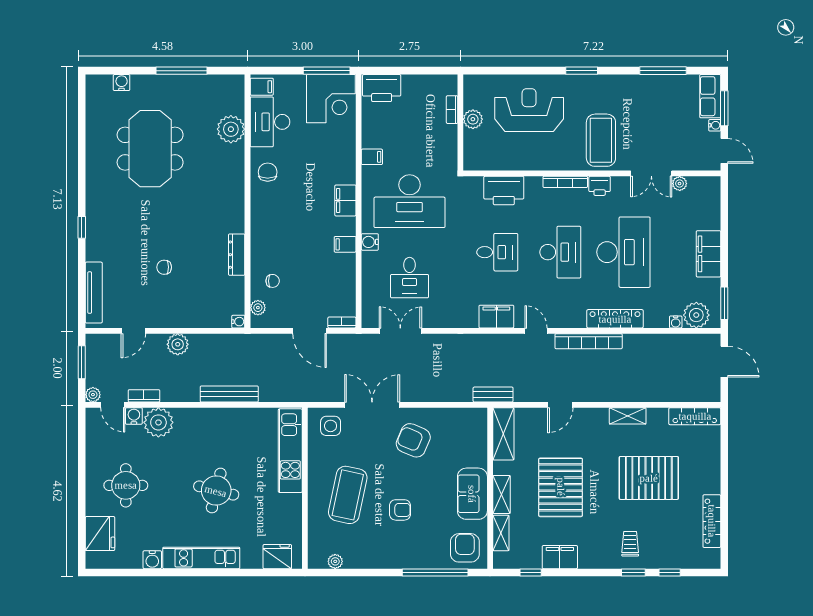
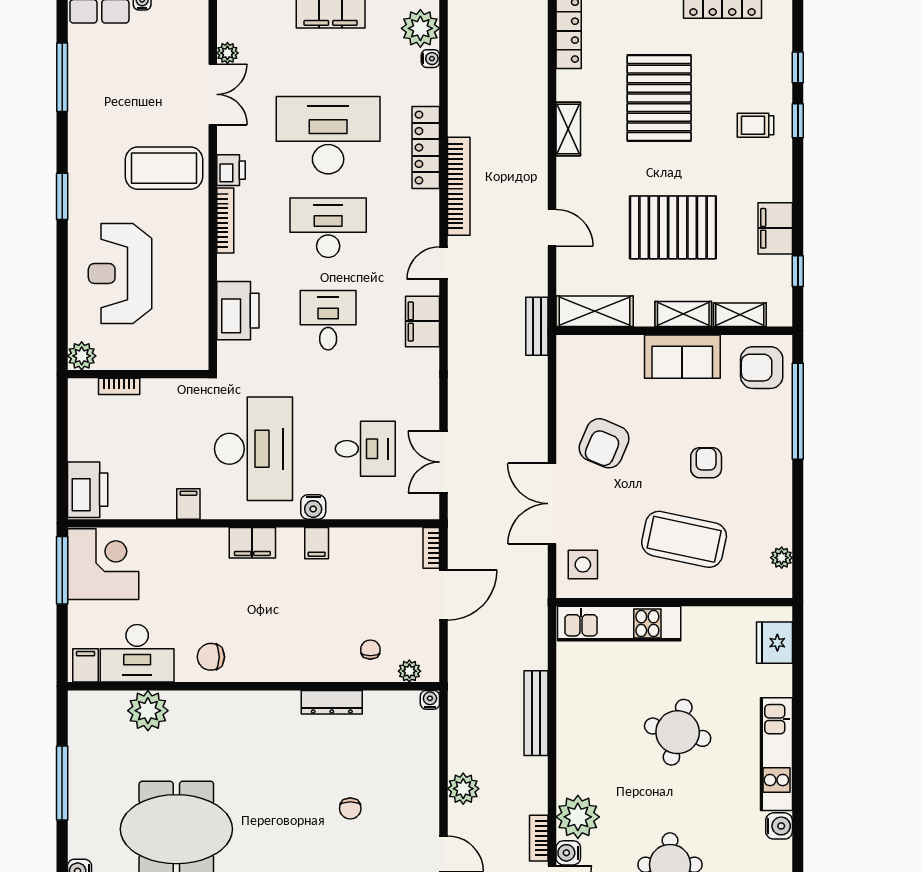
plant: (473, 119) -> (82, 356), moved

